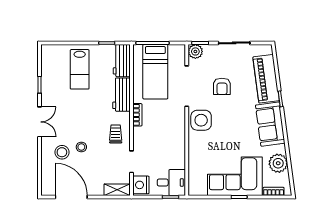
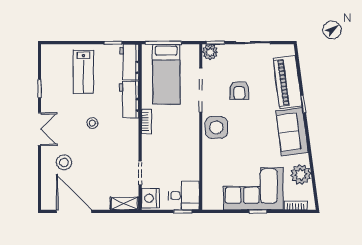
trolley: (116, 134) -> (123, 142), removed
stool: (81, 147) -> (92, 123), moved

